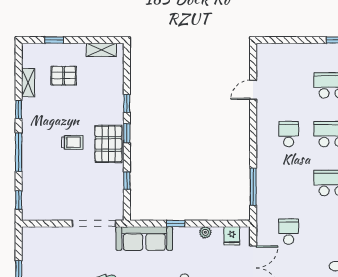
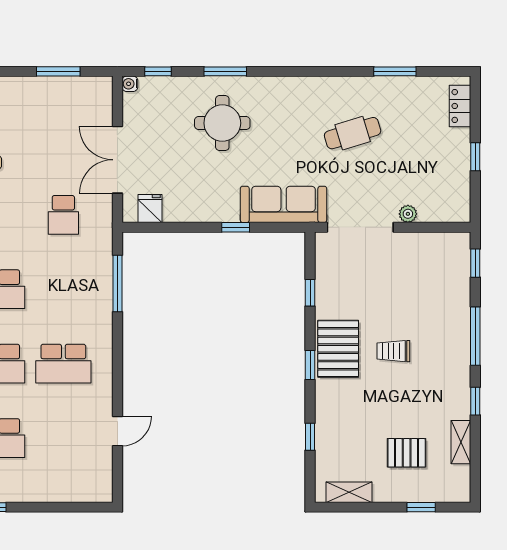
window: (127, 103) -> (310, 437), moved
school desk: (289, 134) -> (63, 364), width x1.85
plant: (205, 232) -> (408, 214), moved

